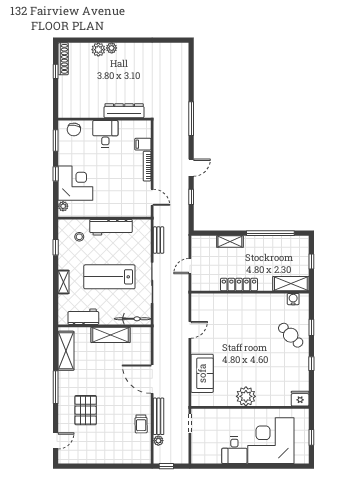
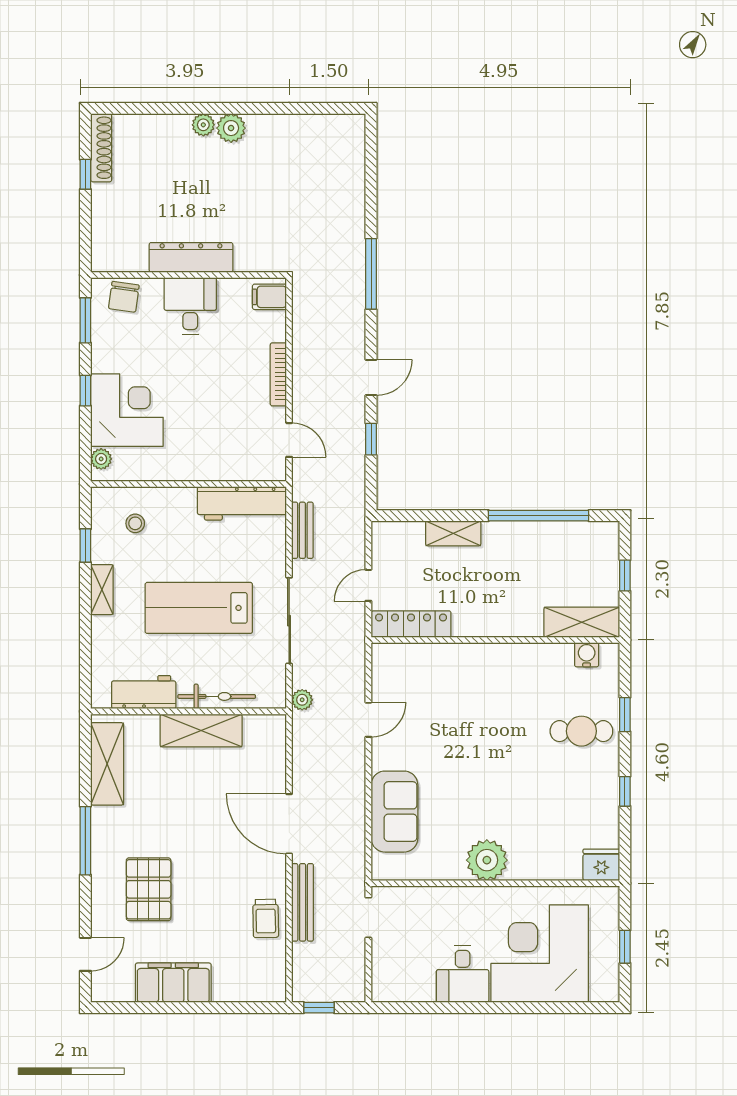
plant: (98, 50) -> (231, 128), moved
dresser: (124, 111) -> (191, 257), moved
filing cabinet: (143, 144) -> (269, 297), moved
workbench: (111, 227) -> (242, 503), moved
shelving: (64, 282) -> (102, 590), moved
locker: (239, 285) -> (411, 624), moved
bicycle: (133, 319) -> (217, 696), moved
cafe table: (291, 335) -> (581, 731), turned -45
plant: (158, 441) -> (302, 700), moved
filing cabinet: (97, 454) -> (173, 983), added

